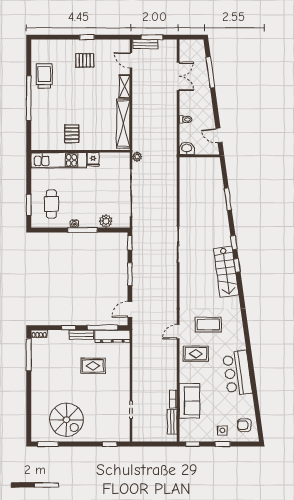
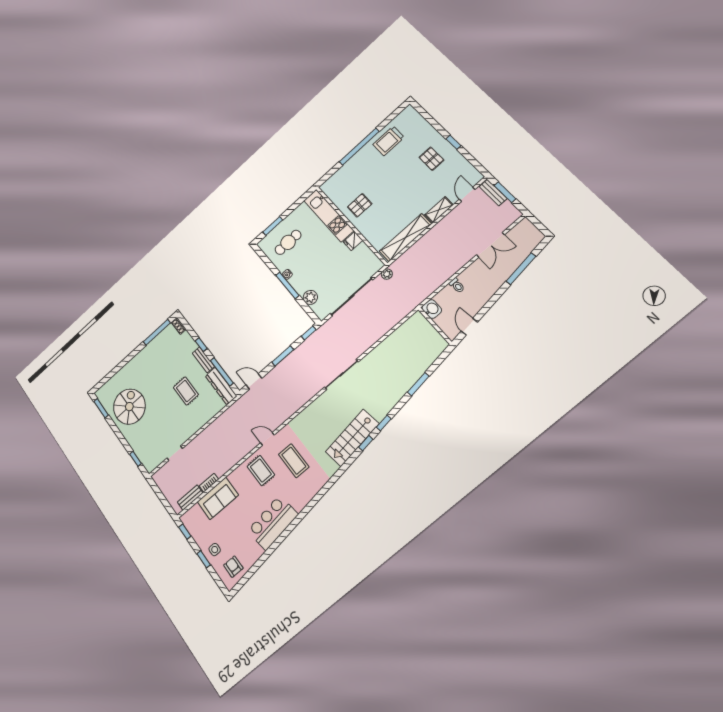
trolley: (44, 76) -> (389, 141), turned 180
spiral stairs: (66, 420) -> (129, 407), turned 180

